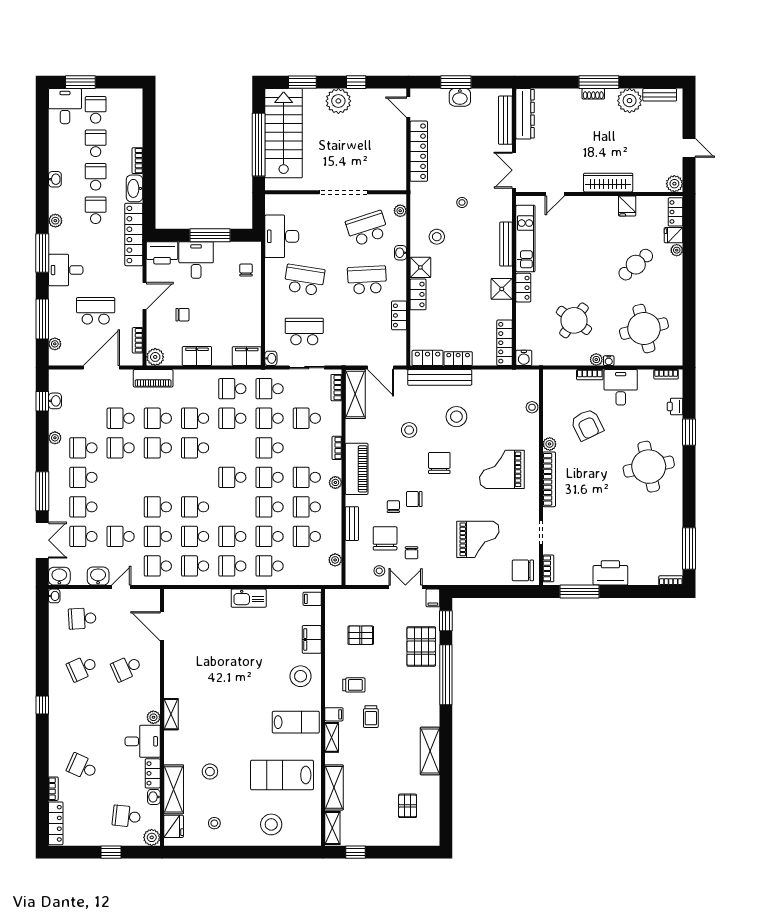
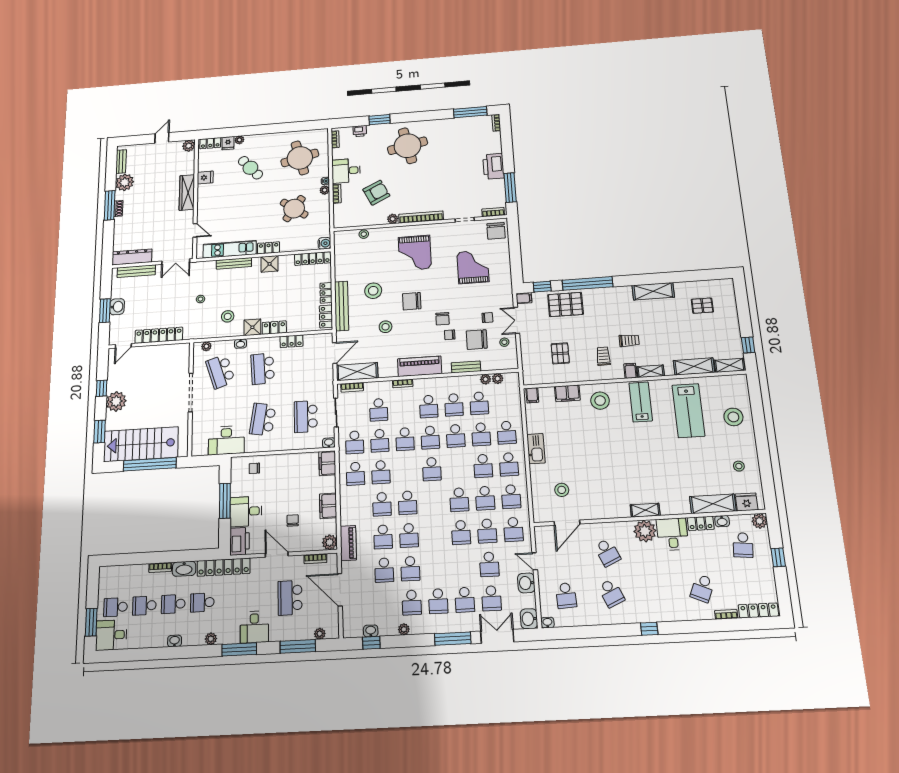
plant: (335, 482) -> (486, 379), moved
plant: (153, 717) -> (645, 531), width x1.88, depth x1.88
stool: (210, 772) -> (562, 490), moved

